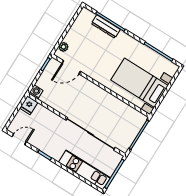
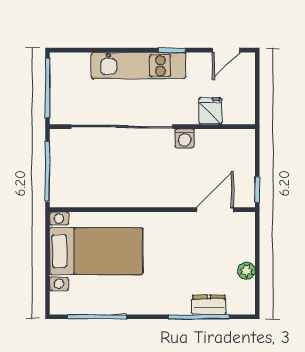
dresser: (106, 27) -> (209, 305), width x0.70
plant: (63, 47) -> (247, 271), moved
washing machine: (36, 92) -> (185, 138), moved
fridge: (29, 105) -> (210, 111), moved
kitchen unit: (85, 170) -> (139, 66), moved

